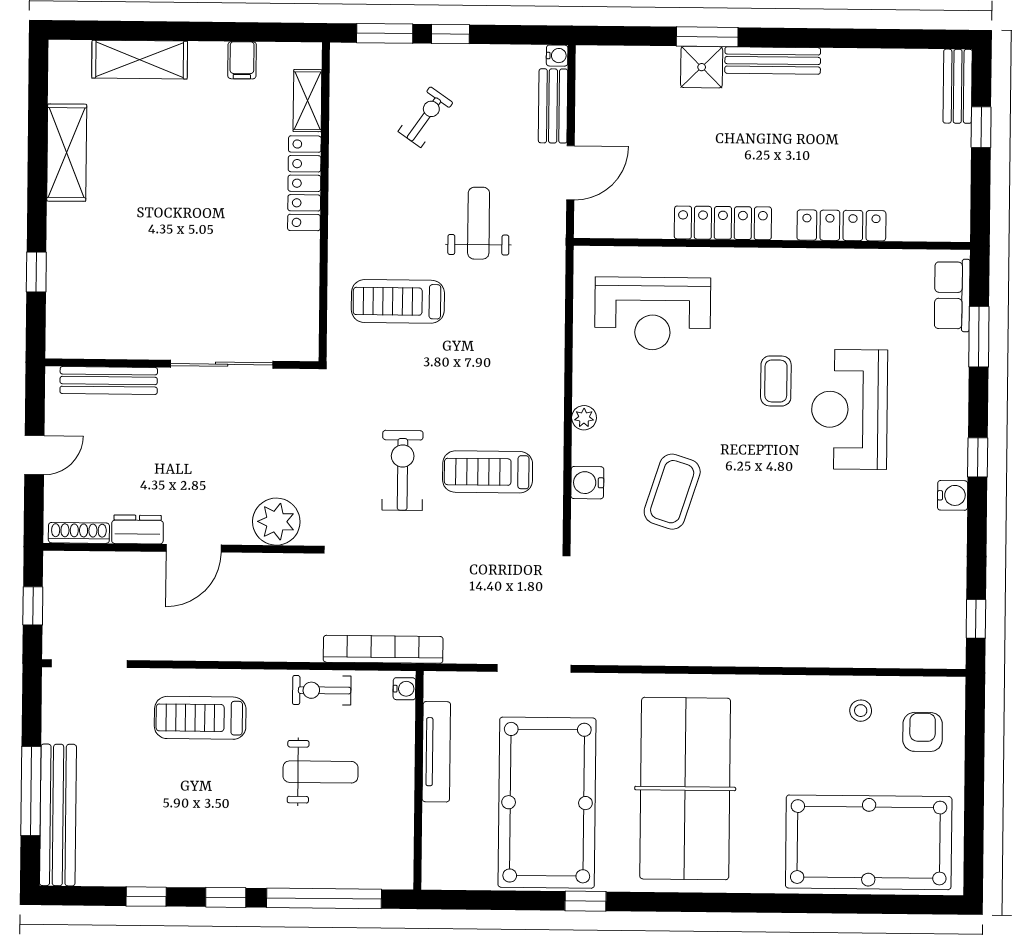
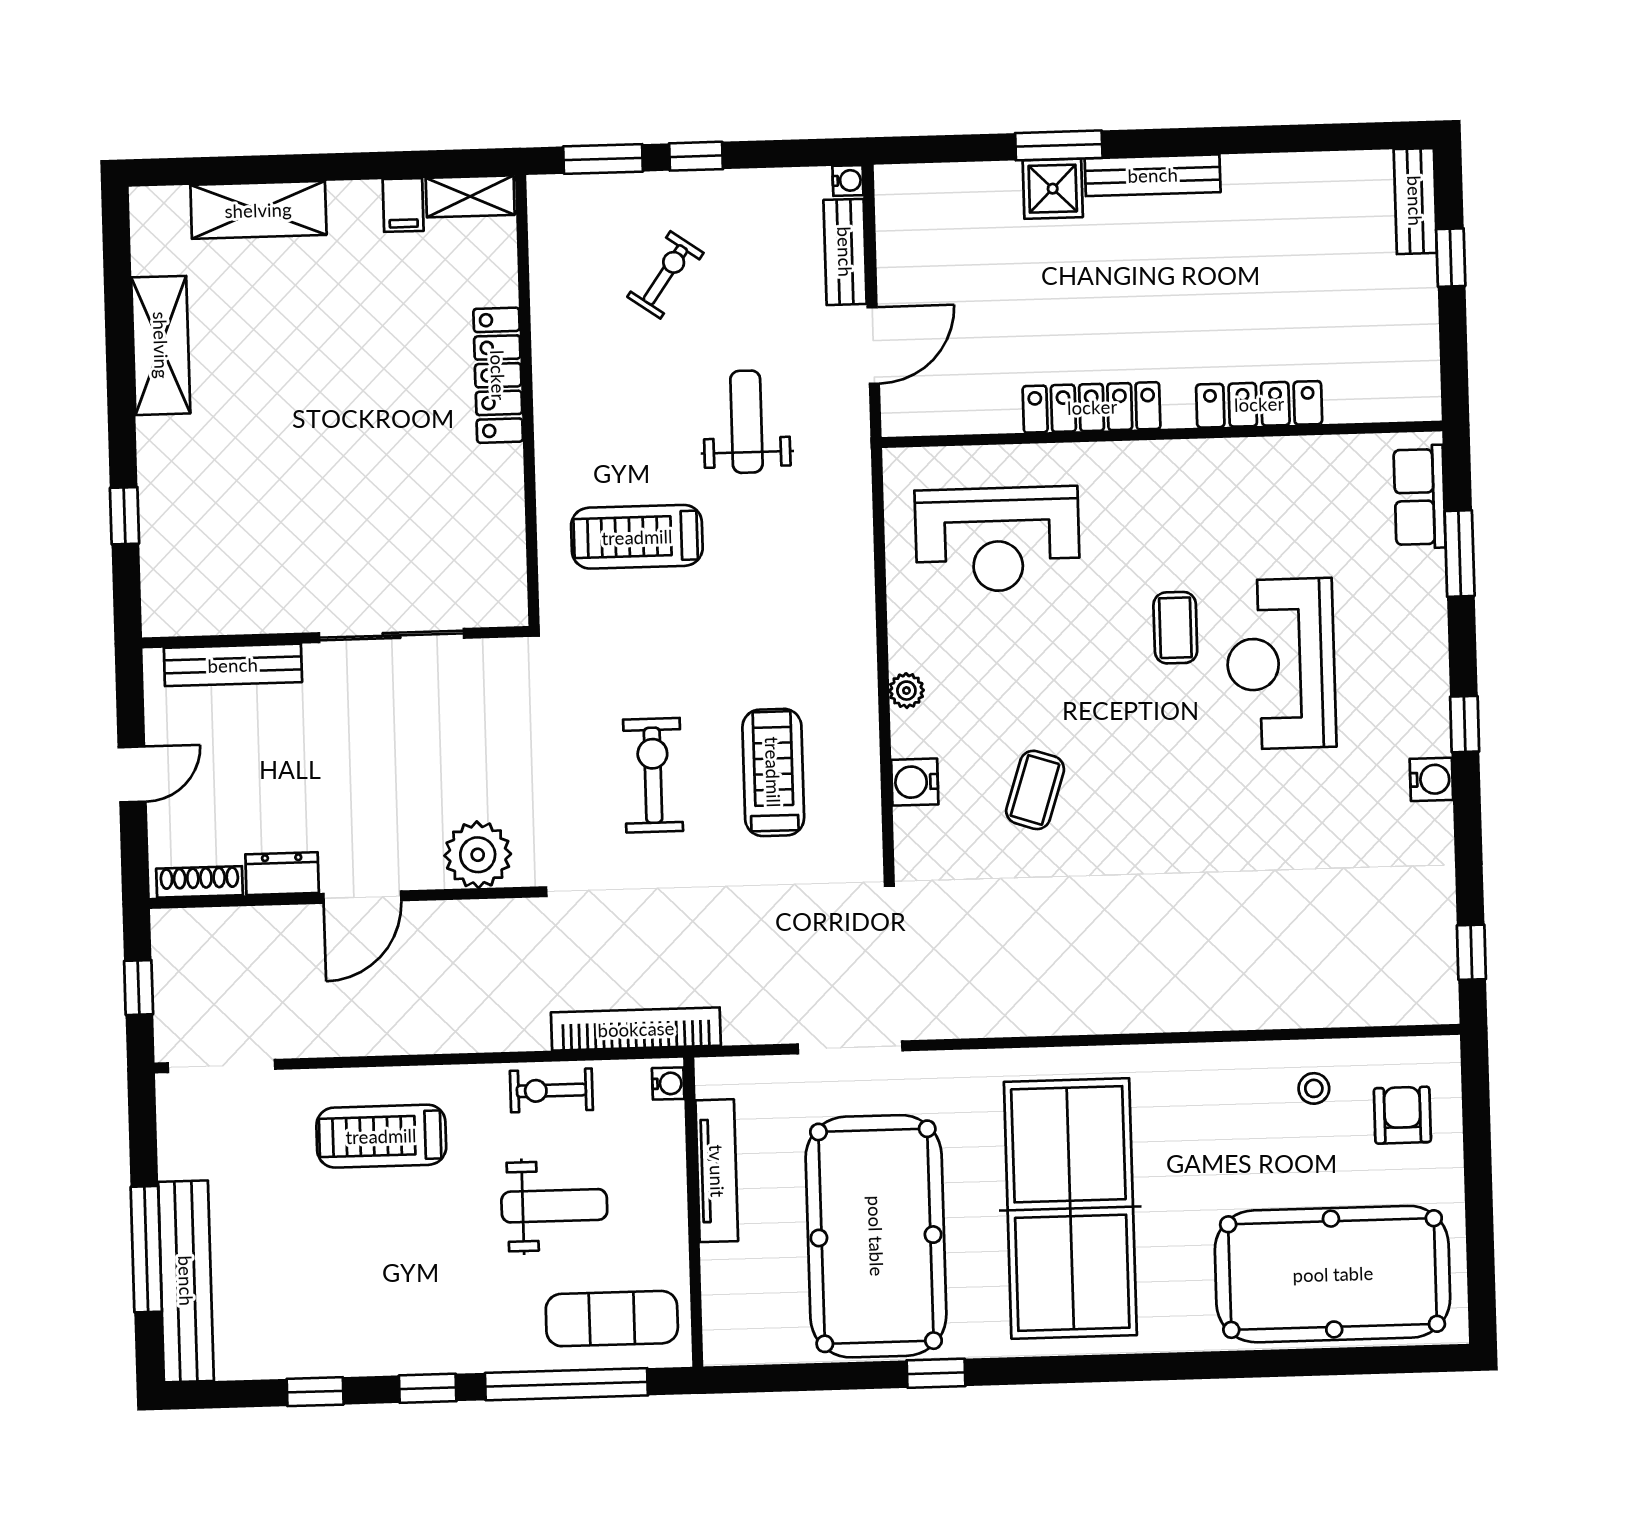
shelving: (307, 101) -> (470, 196), moved, turned 90
treadmill: (488, 472) -> (773, 772), turned 90
coffee table: (672, 492) -> (1035, 790), width x0.73, depth x0.77
exercise mat: (358, 853) -> (612, 1319), added

